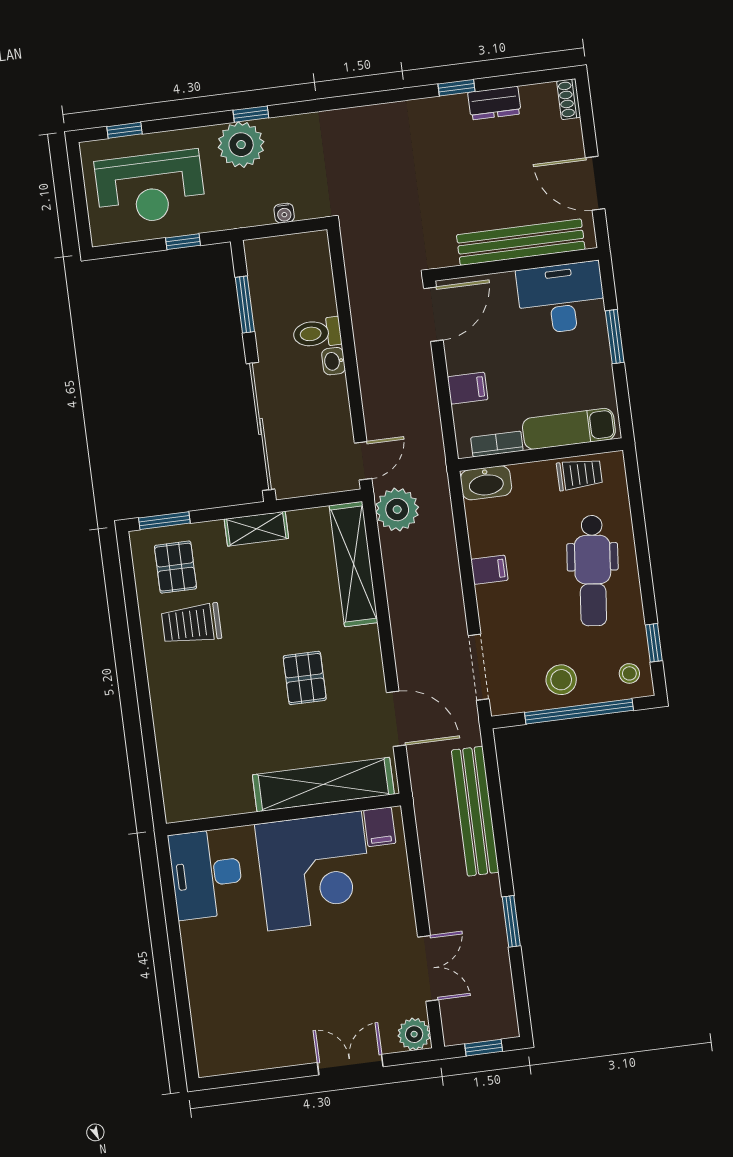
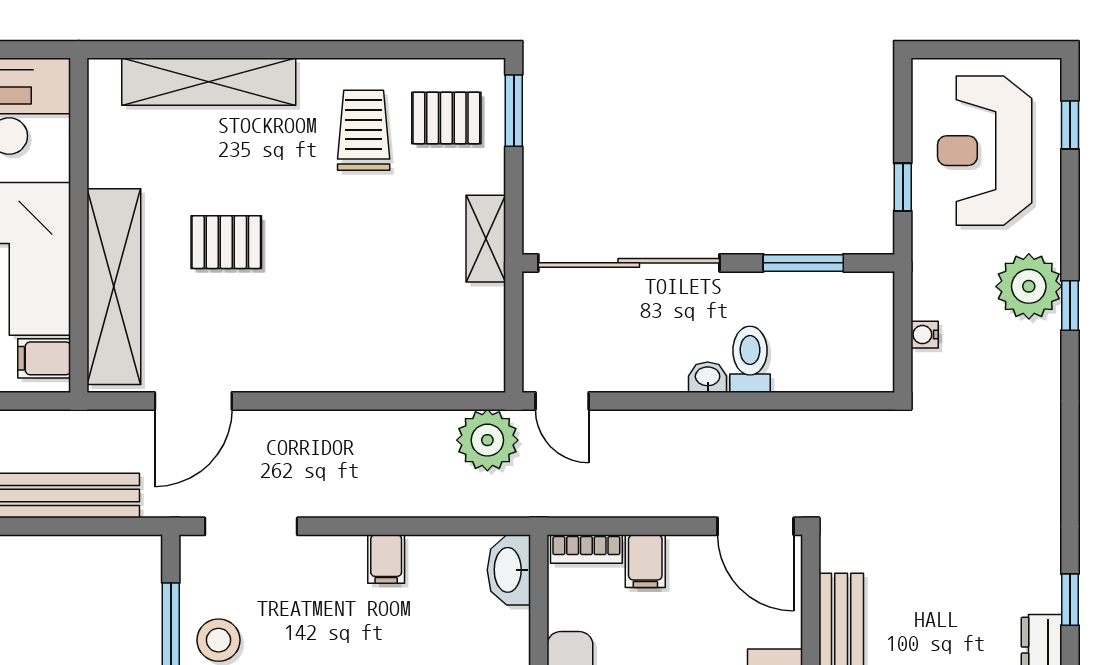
bookcase: (497, 444) -> (586, 549), moved, turned 90
shelving: (353, 564) -> (209, 82), moved
pallet: (305, 678) -> (226, 242), moved

